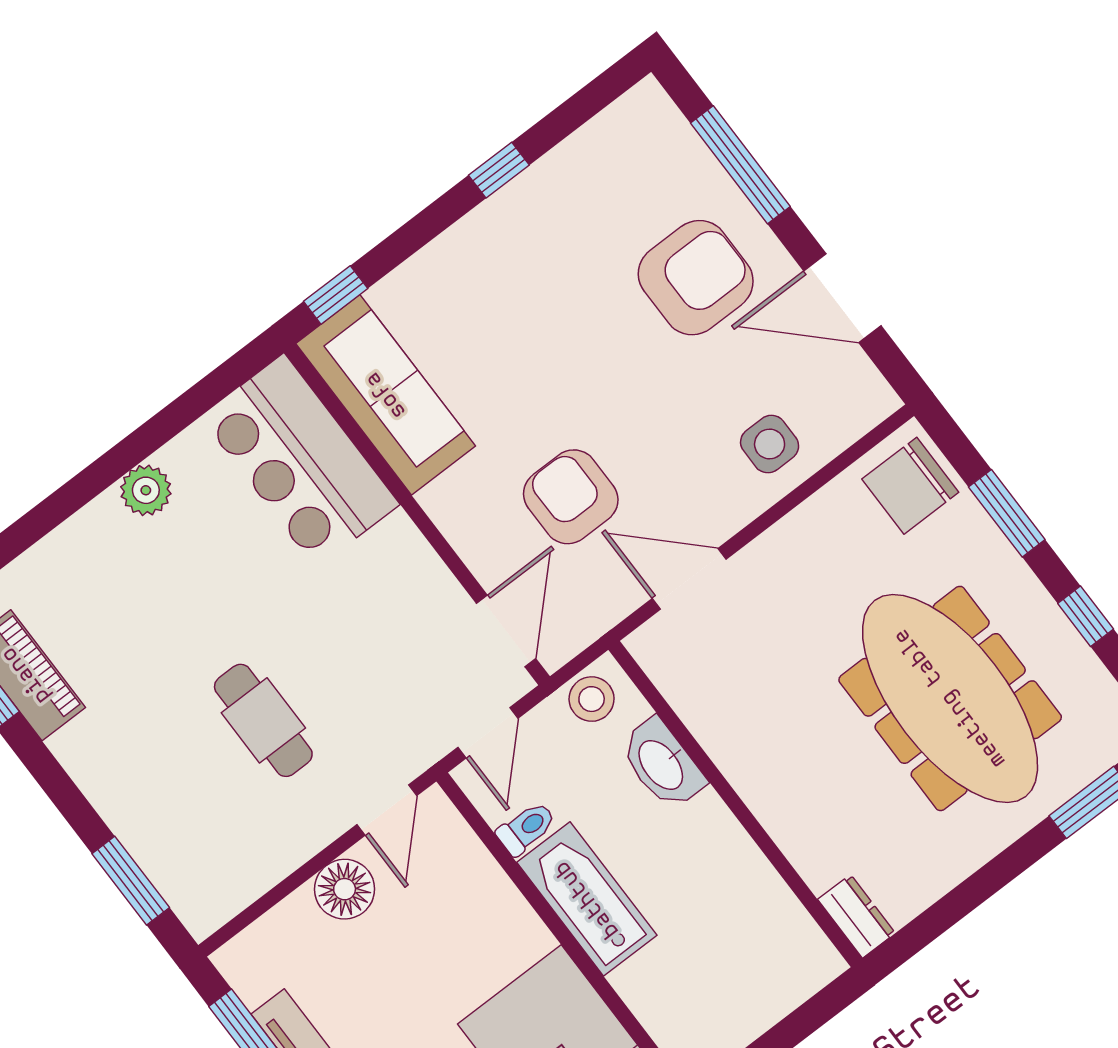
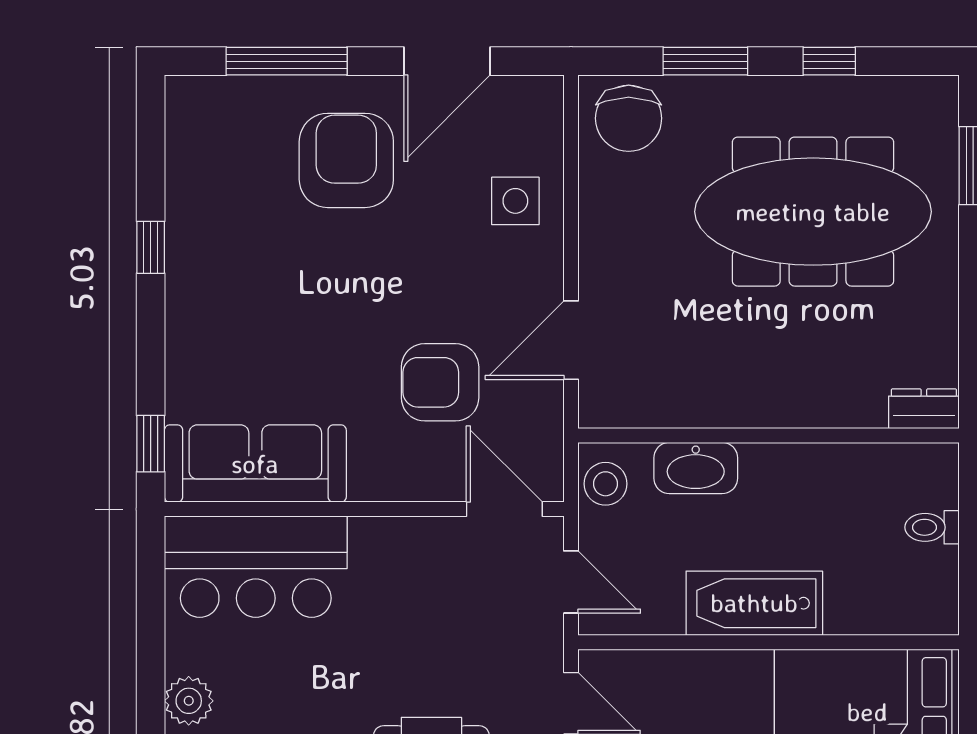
toilet: (526, 828) -> (932, 527), moved, turned -90

